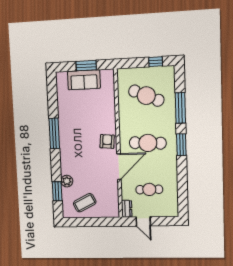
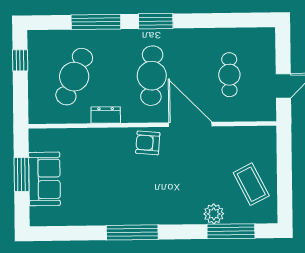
window: (57, 191) -> (231, 231), width x1.44
dresser: (127, 209) -> (106, 115), moved

